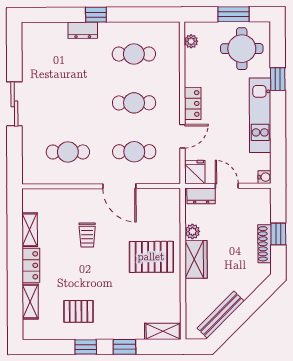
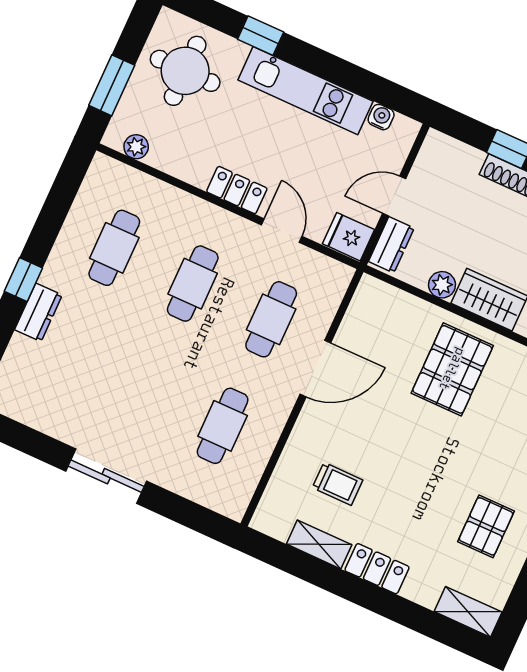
window: (233, 14) -> (112, 85), moved
water cooler: (264, 177) -> (381, 117), moved
trolley: (87, 235) -> (338, 484), moved
shelving: (30, 302) -> (468, 612), moved

